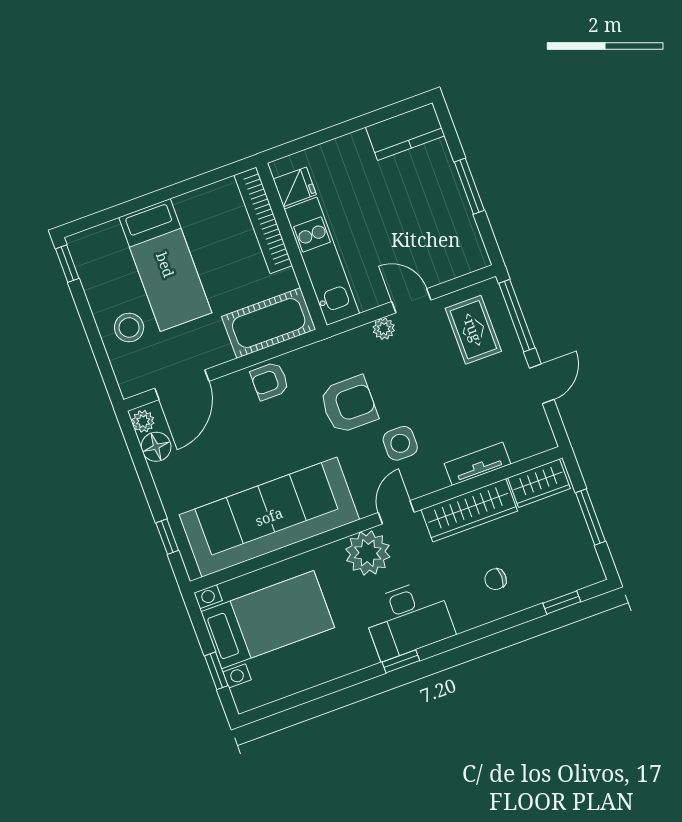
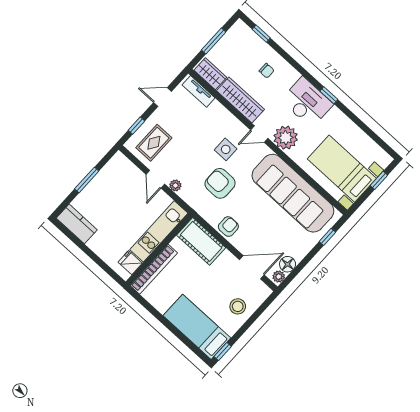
bed: (165, 265) -> (197, 327), moved, turned -90
window: (517, 316) -> (136, 126), width x0.46
armchair: (270, 381) -> (228, 227), turned -90
tv unit: (478, 464) -> (199, 91), moved

